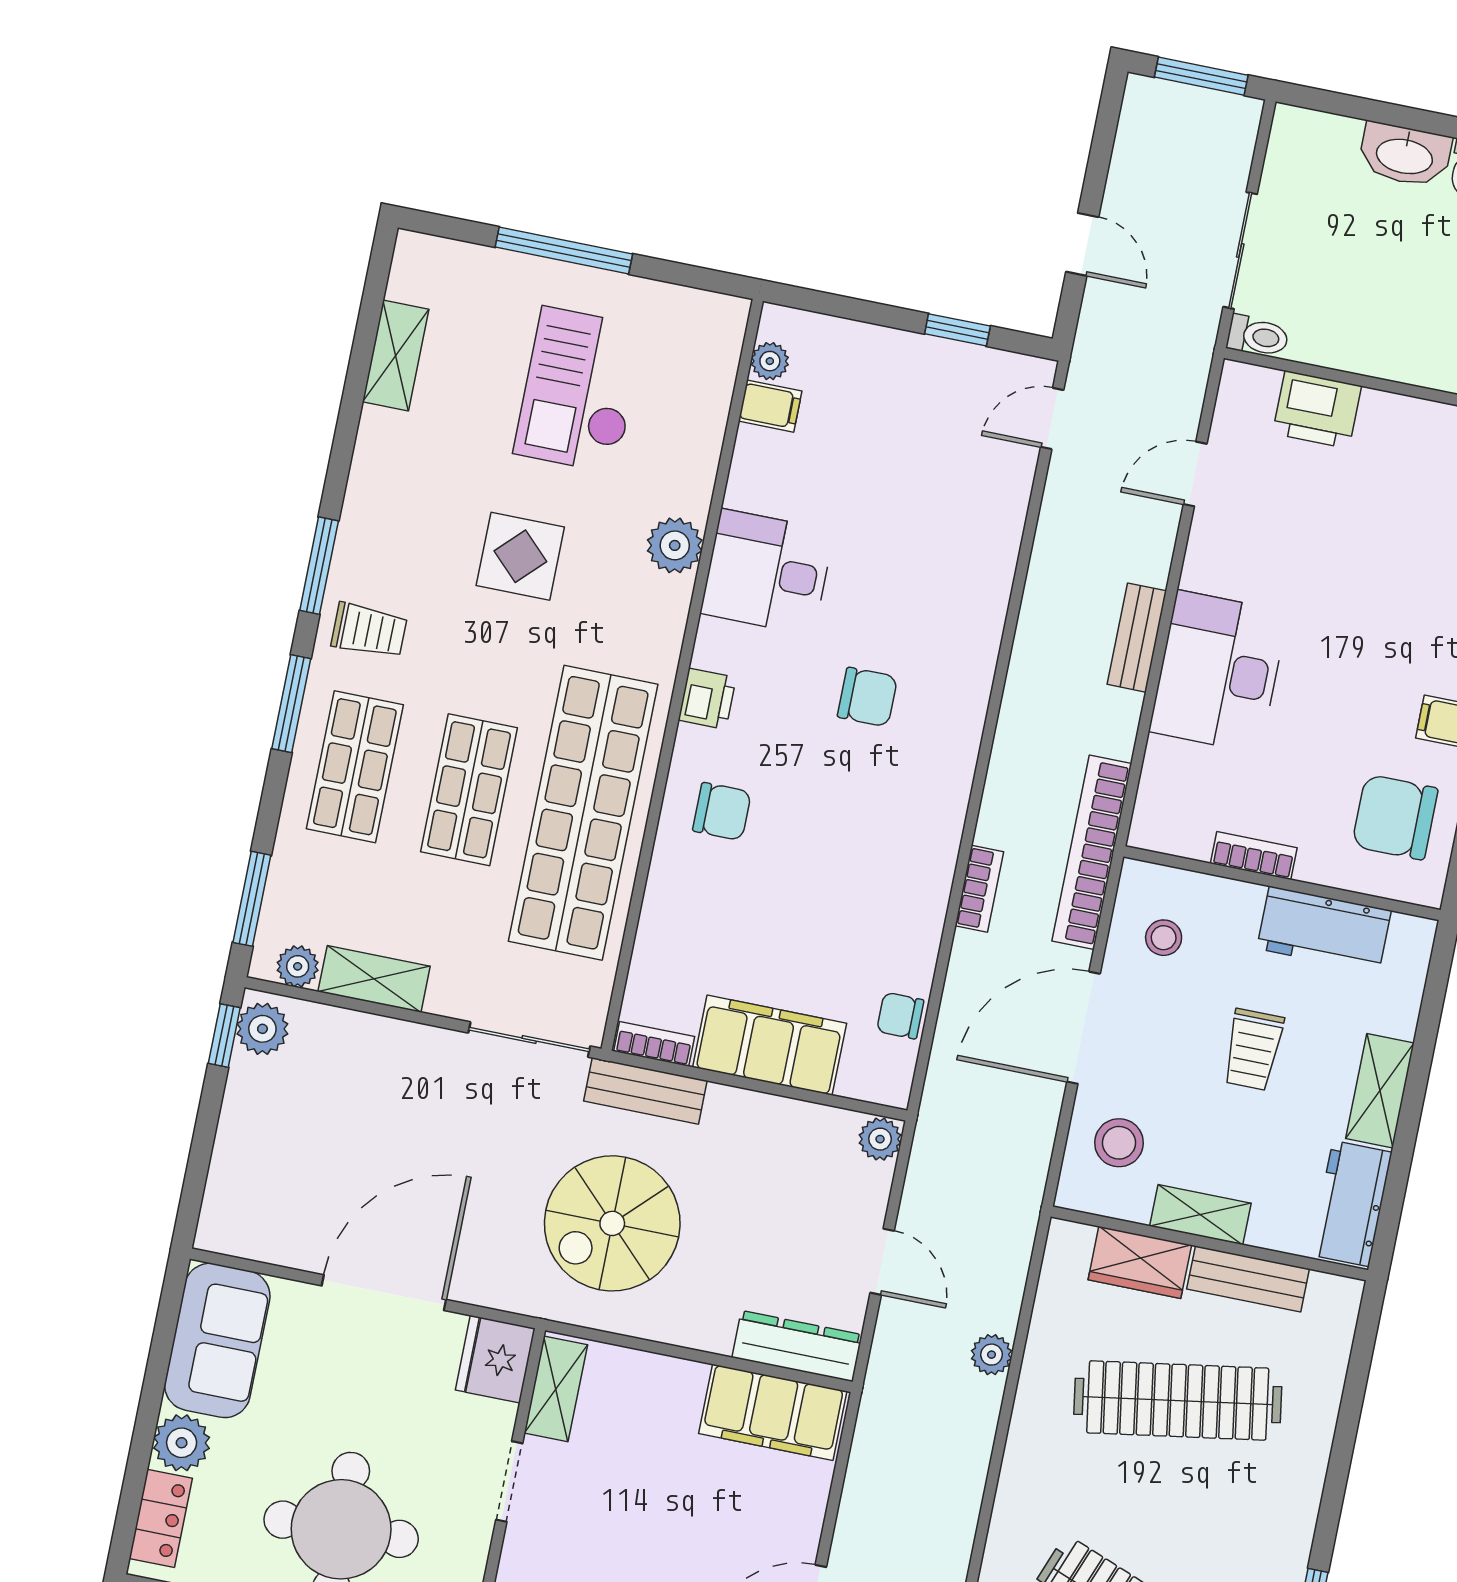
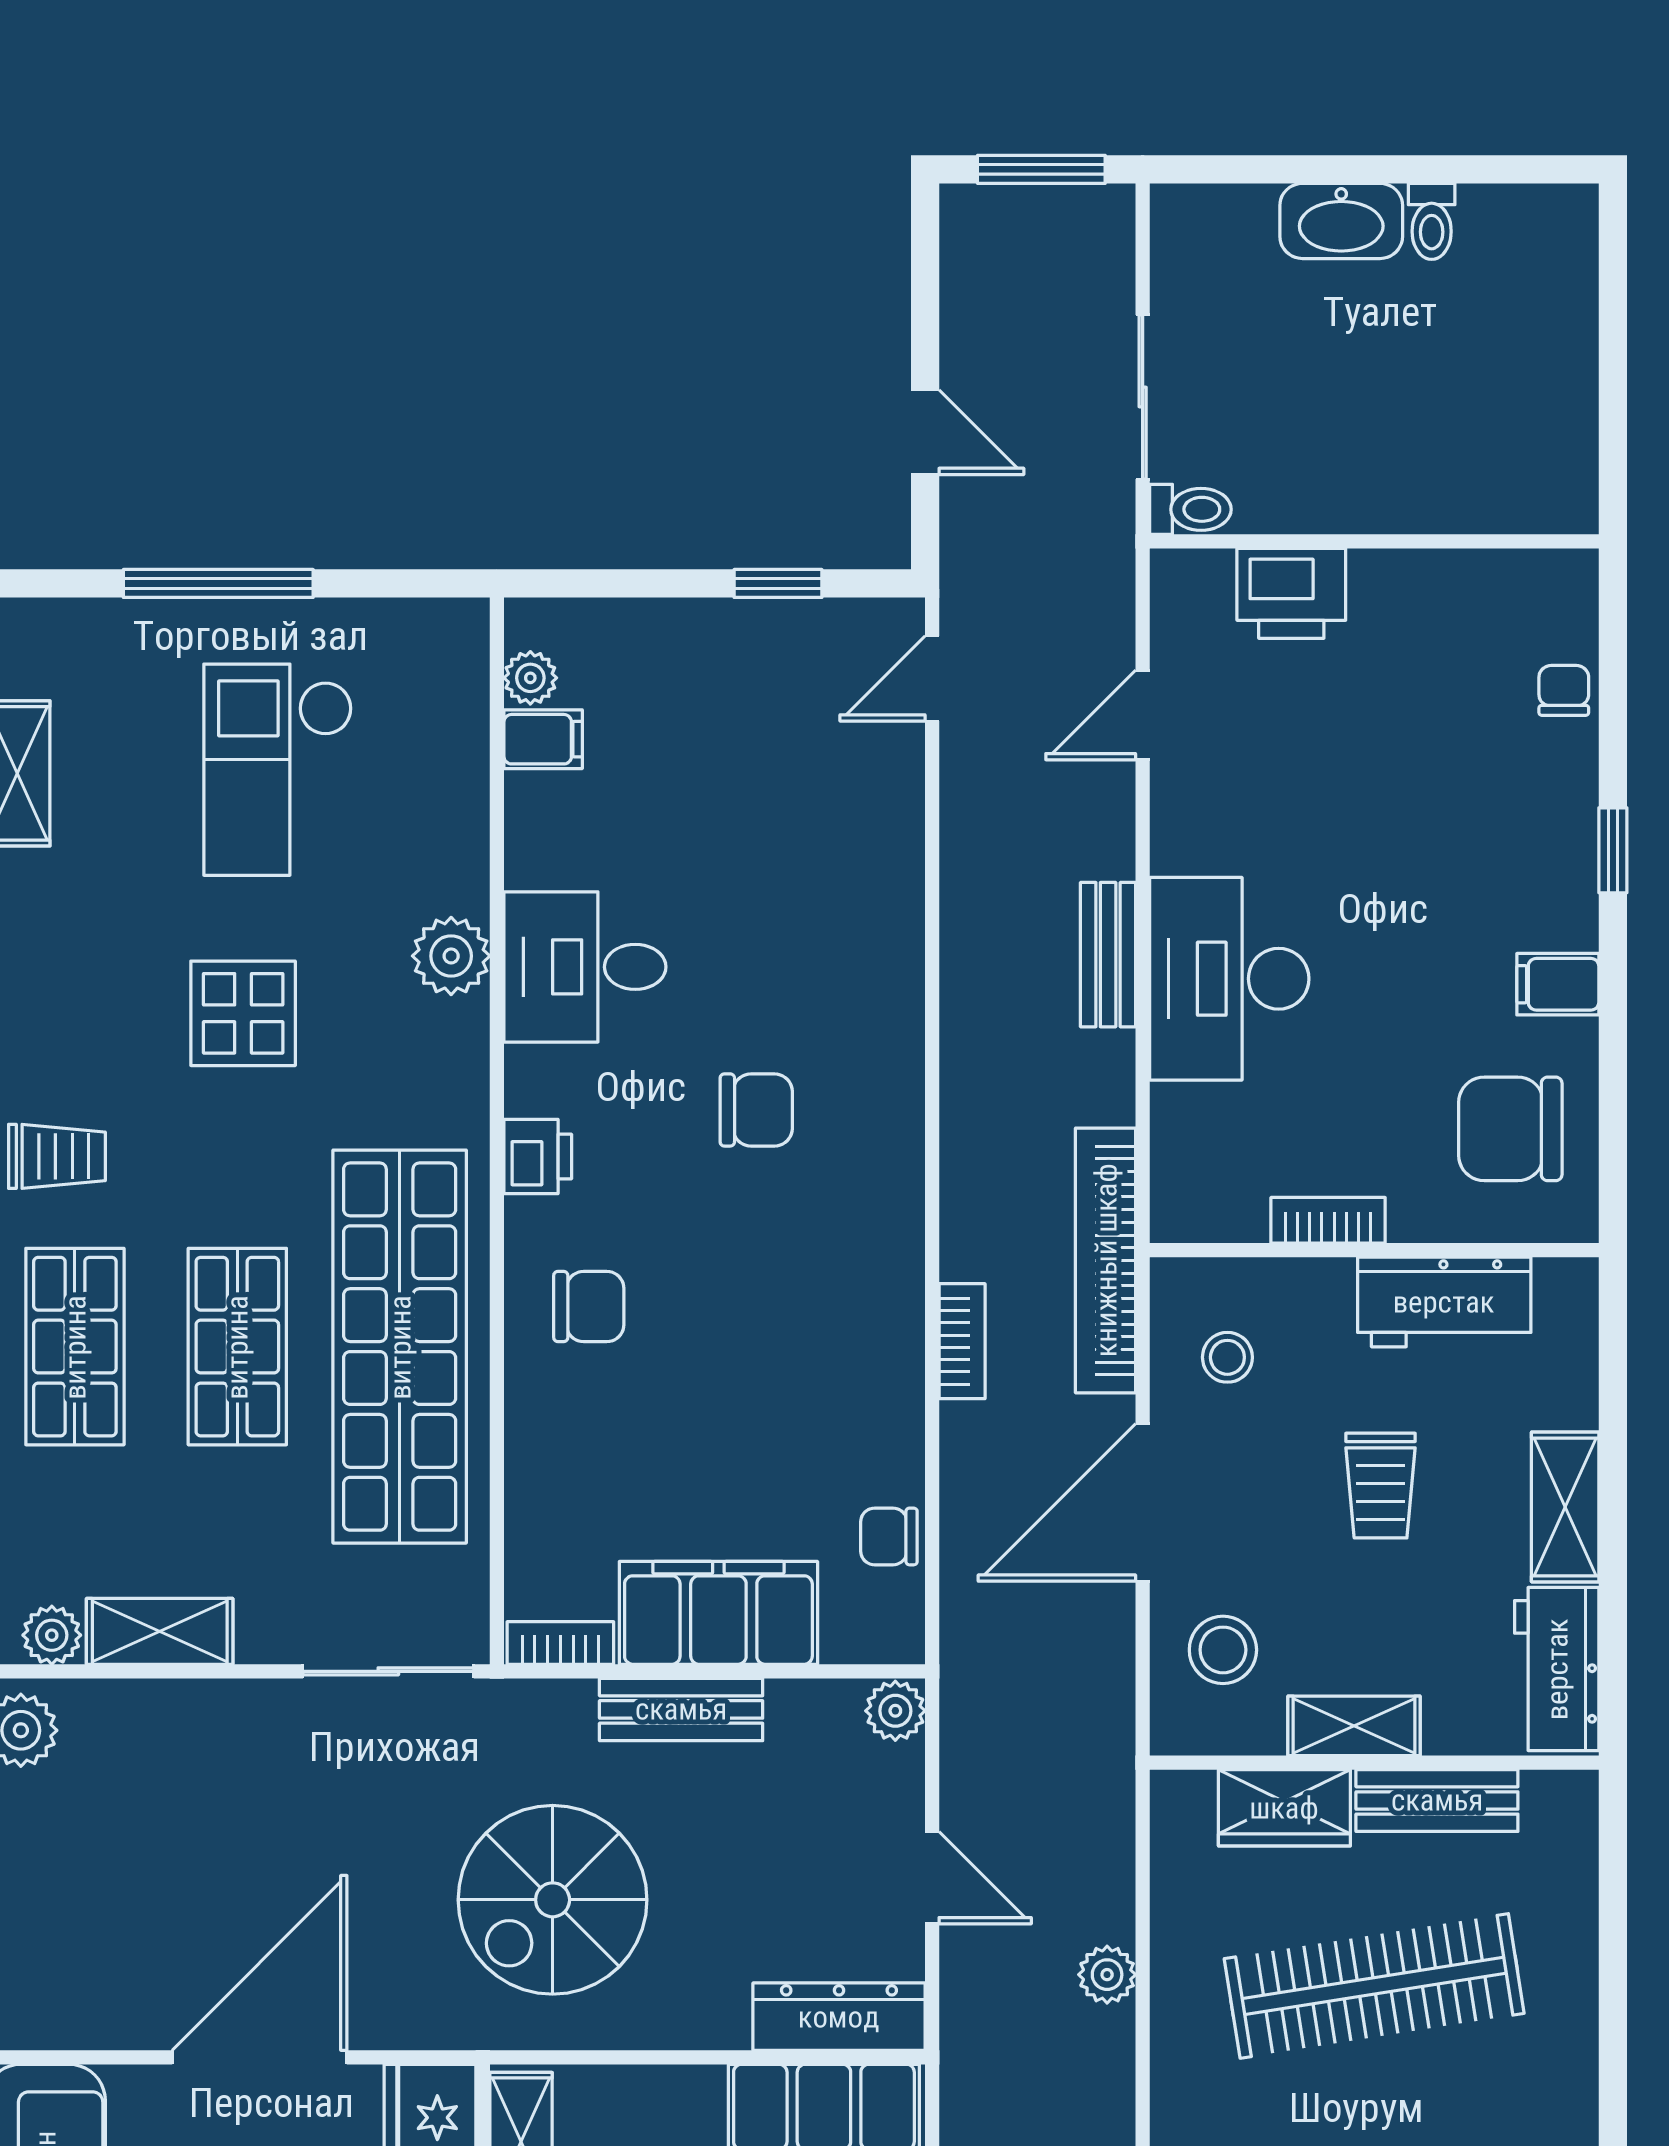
bench: (645, 1091) -> (681, 1709), moved

